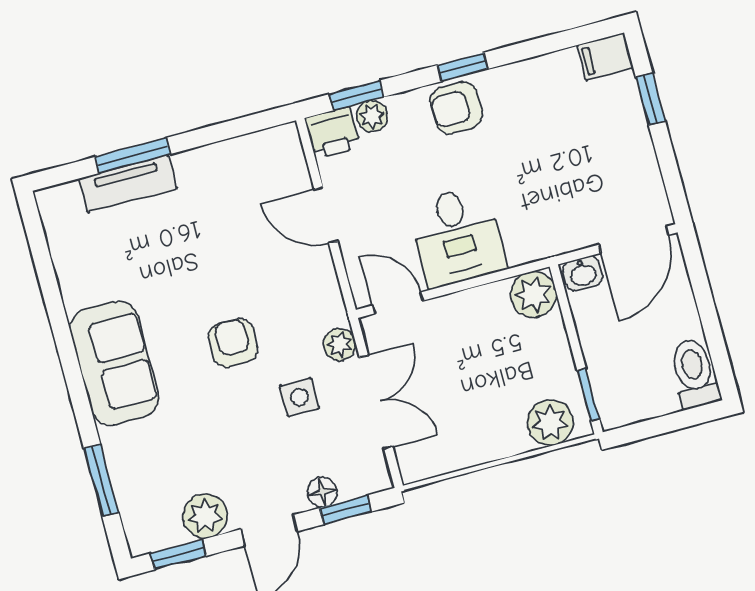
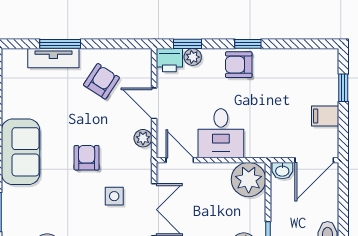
filing cabinet: (605, 57) -> (325, 116), moved
armchair: (223, 202) -> (101, 81), added
plant: (533, 295) -> (249, 180), width x1.36, depth x1.36
plant: (340, 345) -> (143, 138), moved

